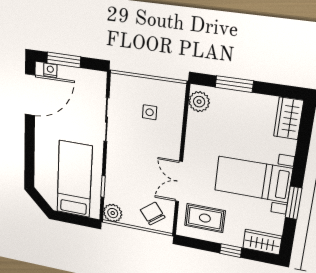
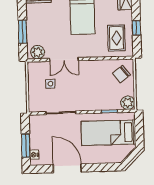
door: (30, 95) -> (67, 168), moved
double door: (179, 181) -> (64, 60), moved
window: (231, 251) -> (136, 28), moved

